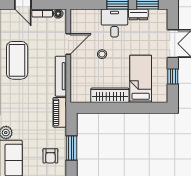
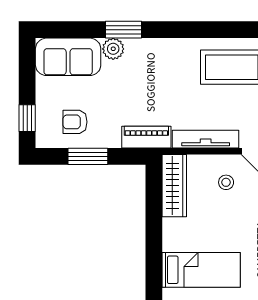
stool: (102, 54) -> (226, 182), moved
wardrobe: (110, 95) -> (174, 186), moved

